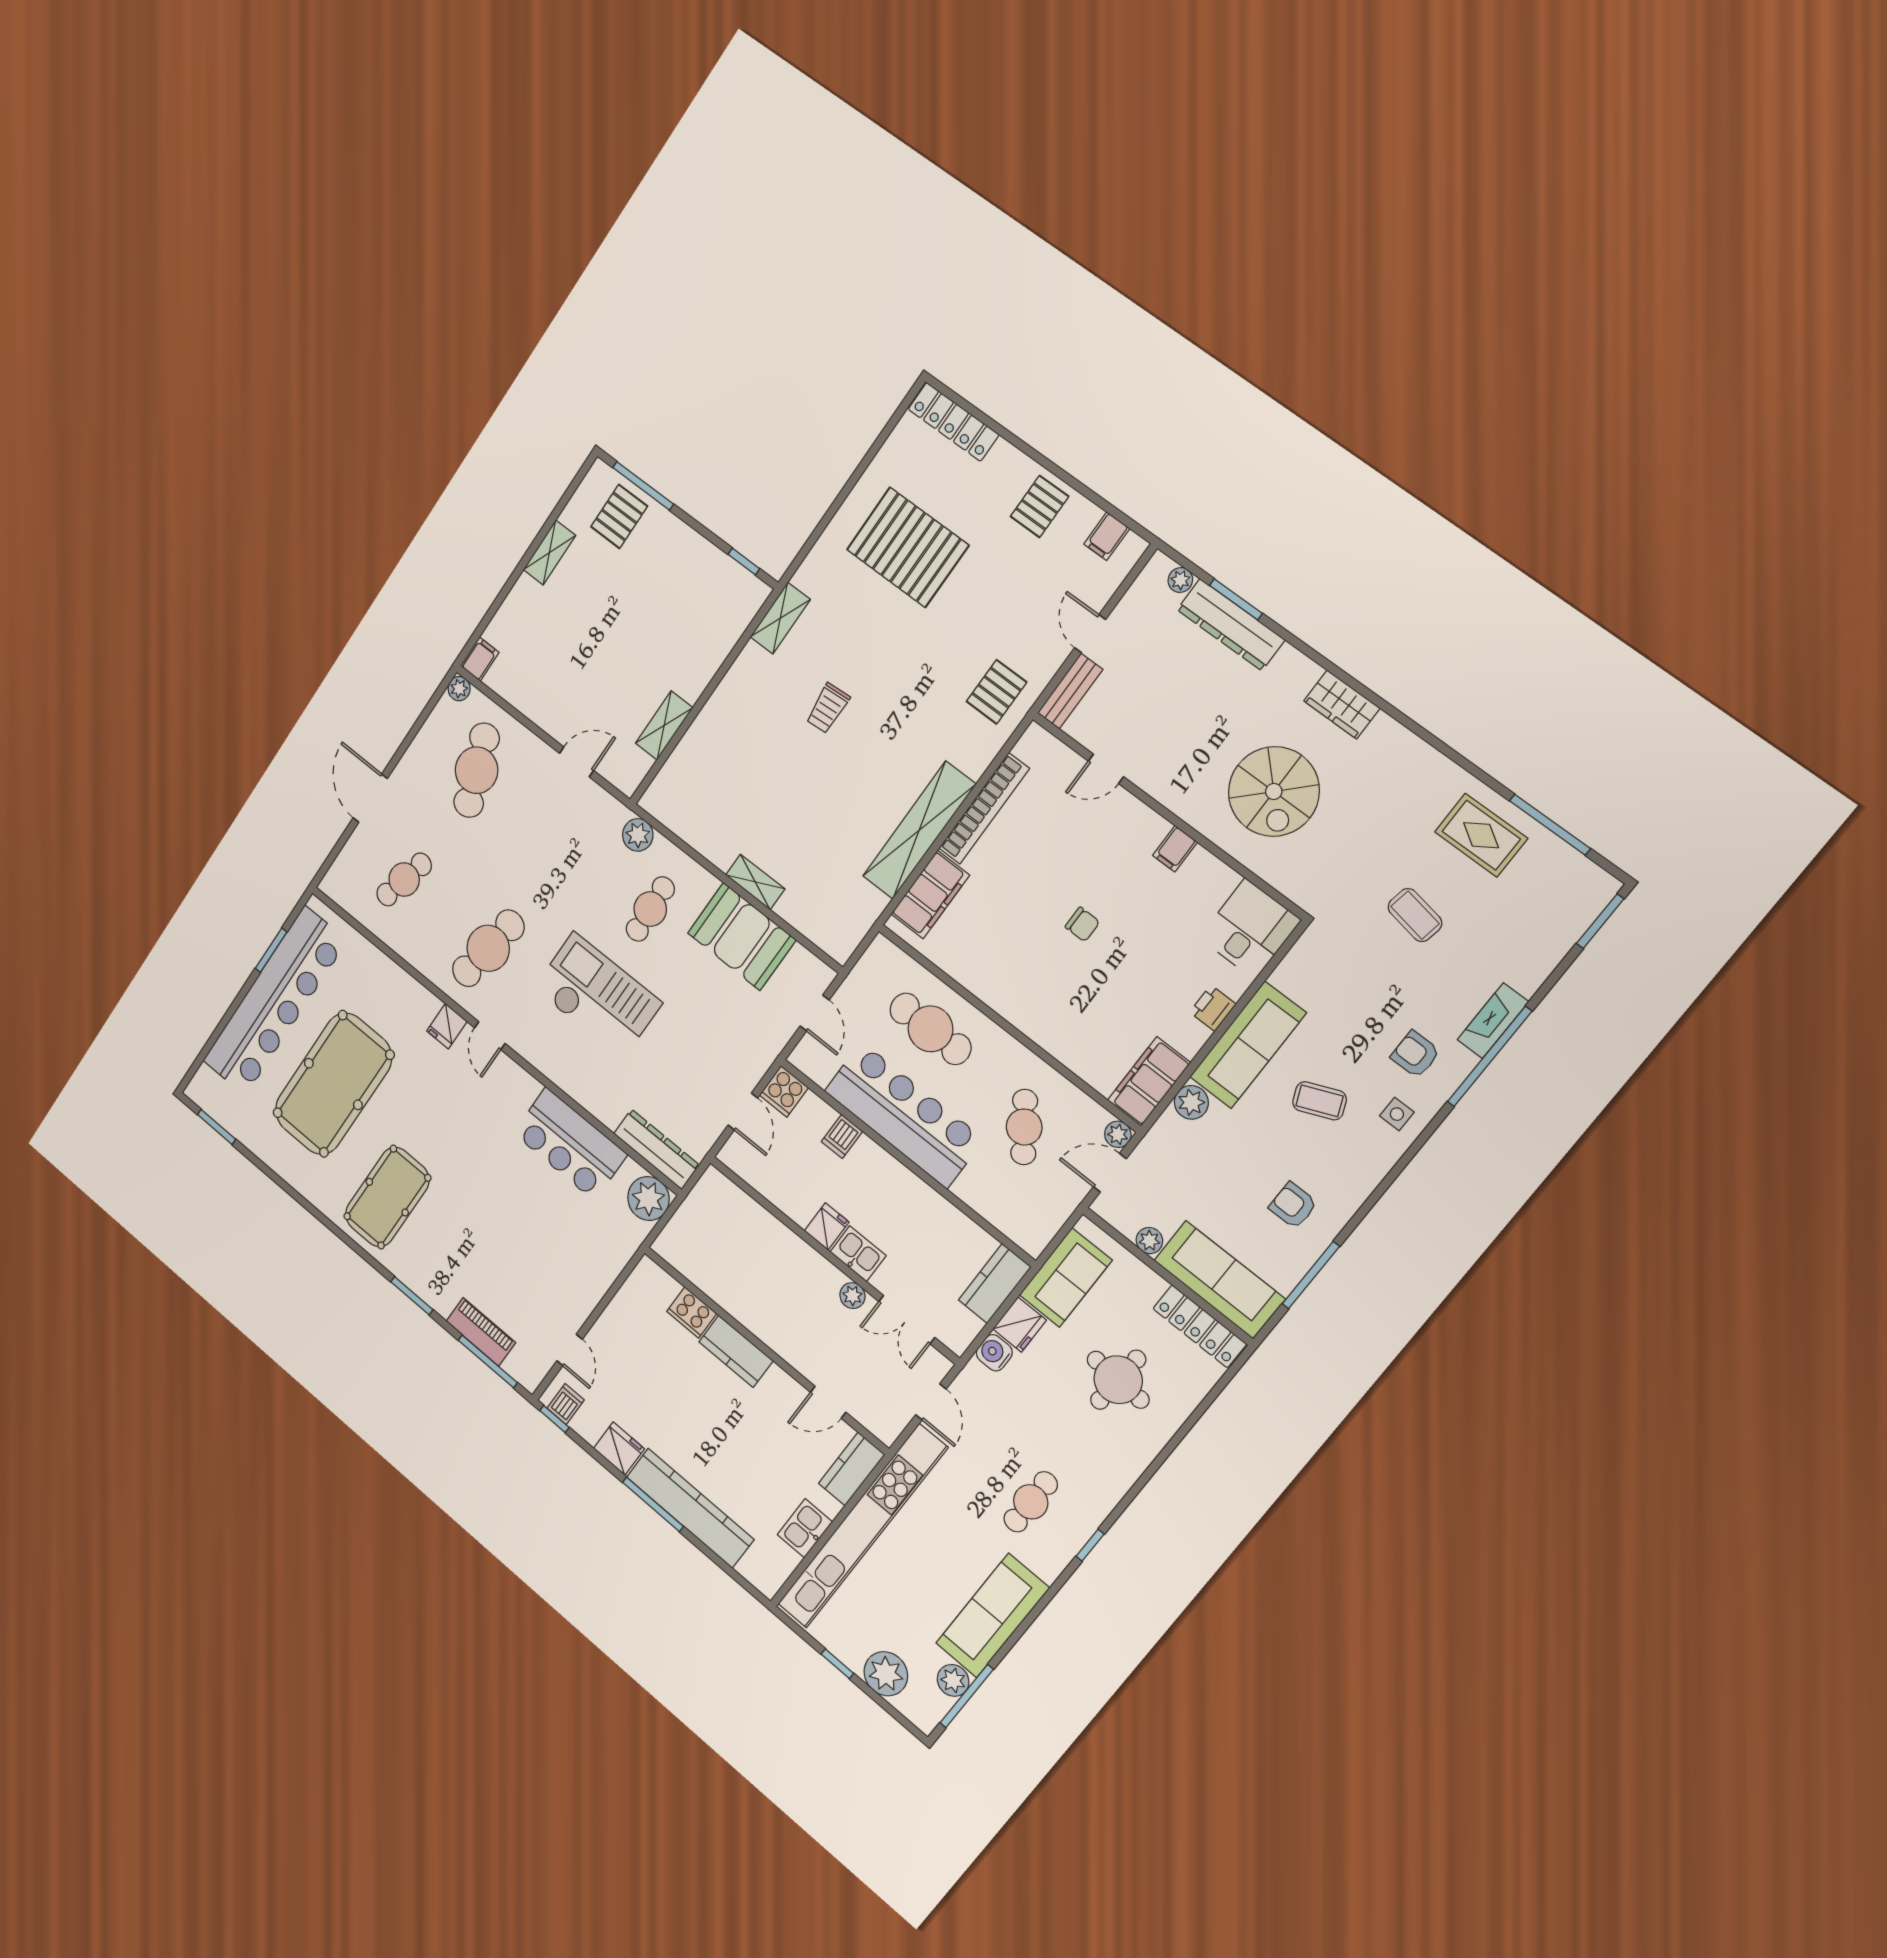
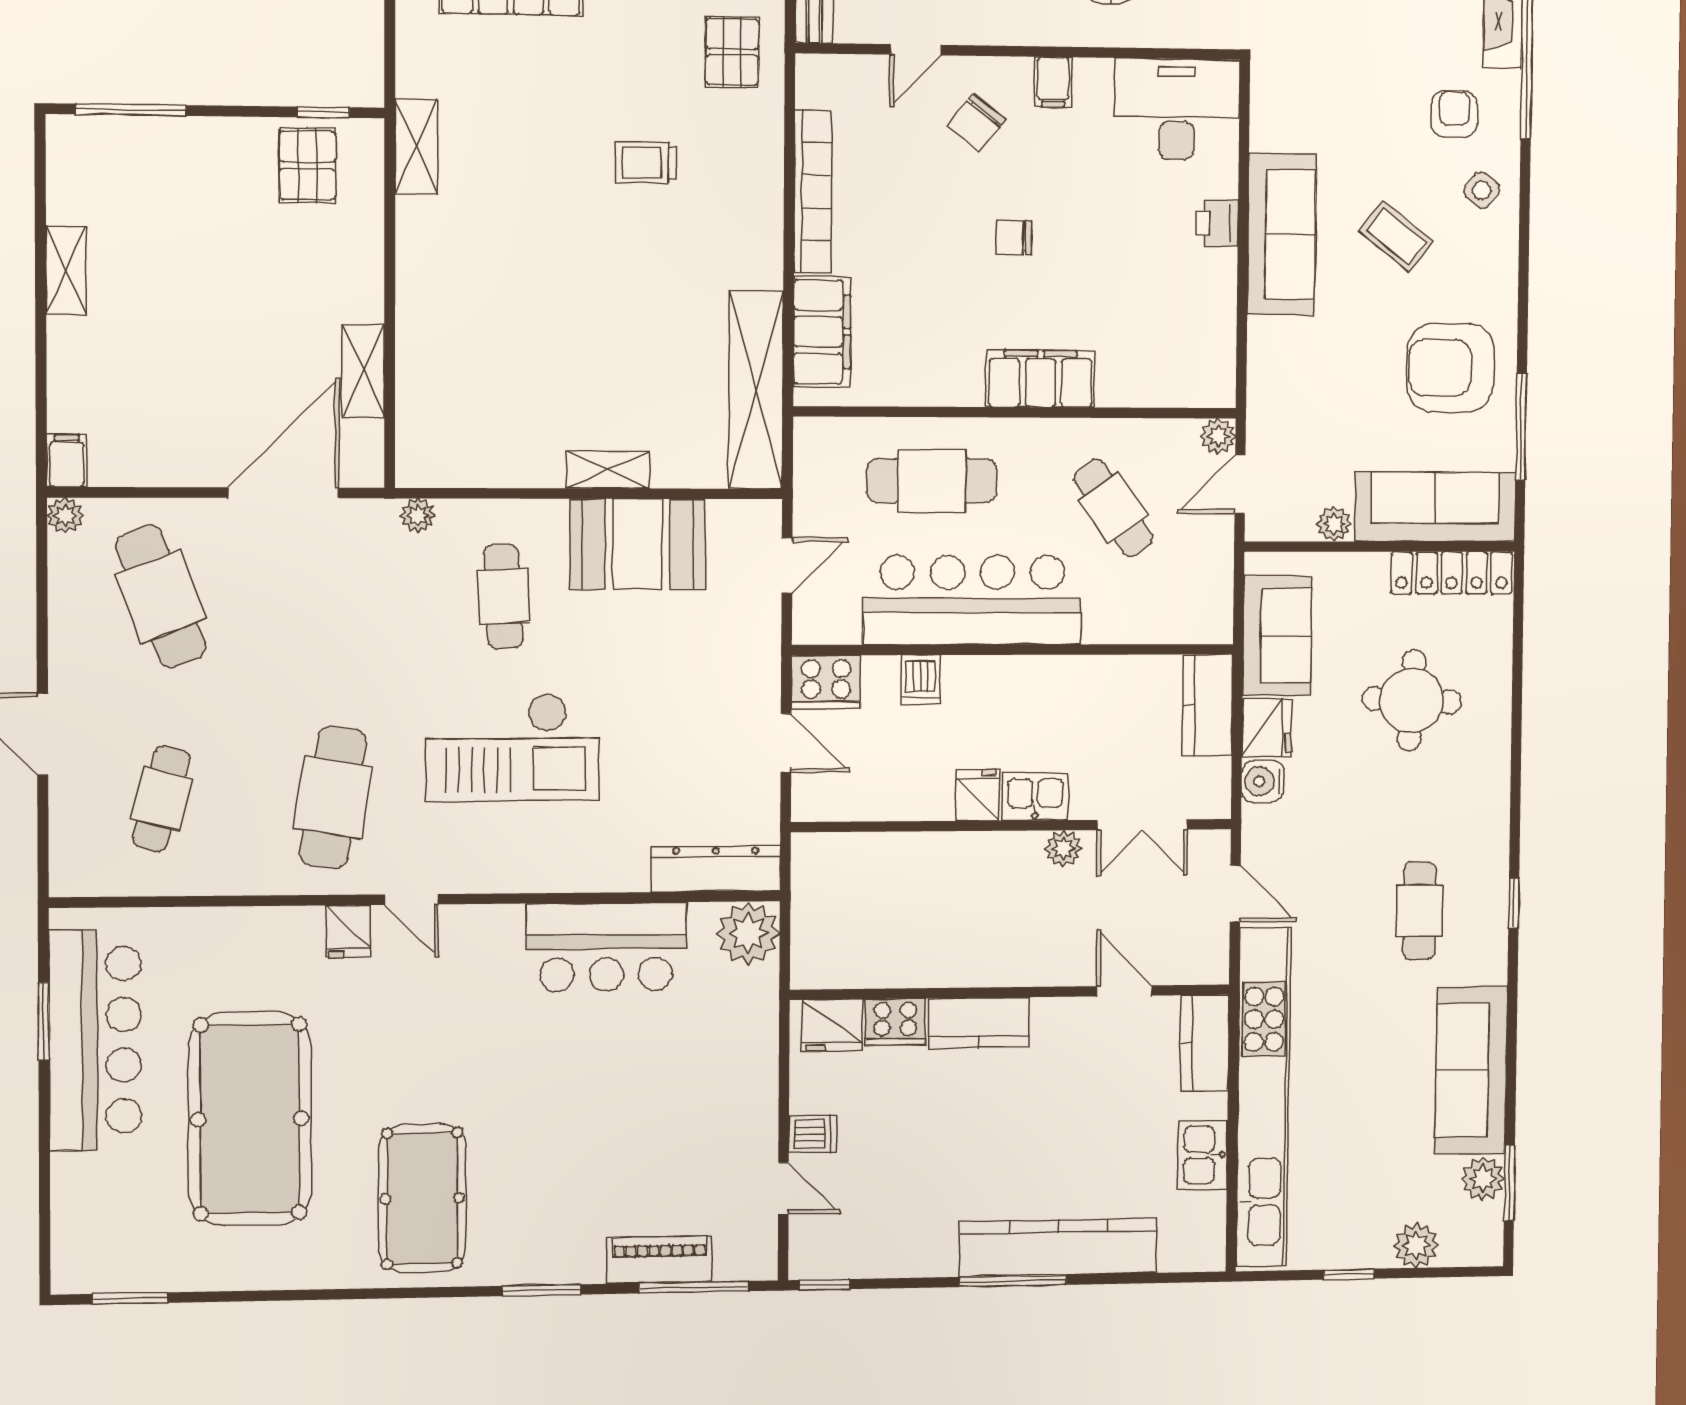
pallet: (619, 516) -> (308, 165), moved
trolley: (828, 708) -> (646, 162), moved, turned 94
door: (576, 762) -> (284, 493), width x1.87
shelving: (919, 830) -> (756, 390), moved
plant: (638, 835) -> (418, 515), width x0.73, depth x0.73
chair: (1110, 839) -> (976, 123), added
chair: (1082, 924) -> (1014, 238), turned 180
desk: (1250, 929) -> (1177, 109), width x1.37
checkout: (598, 996) -> (513, 747), turned 180
bar counter: (275, 1001) -> (95, 1040), width x0.73
door: (815, 1013) -> (787, 565), hinge flipped
armchair: (1415, 1054) -> (1454, 114), turned 90
filing cabinet: (1149, 1081) -> (1040, 379), moved, turned 90
cooker: (784, 1091) -> (826, 682), width x1.36
coffee table: (1320, 1101) -> (1396, 237), turned 61
plant: (1191, 1102) -> (1269, 341), removed
side table: (1397, 1114) -> (1482, 190), turned 38
armchair: (1293, 1205) -> (1450, 368), width x1.88, depth x1.88
door: (828, 1402) -> (1124, 991), swing flipped
dishwasher: (566, 1404) -> (813, 1134), moved, turned 90
fridge: (619, 1449) -> (832, 1025), moved, turned 180
plant: (886, 1674) -> (1416, 1245), width x0.73, depth x0.73
window: (967, 1696) -> (1509, 1183), width x0.69

